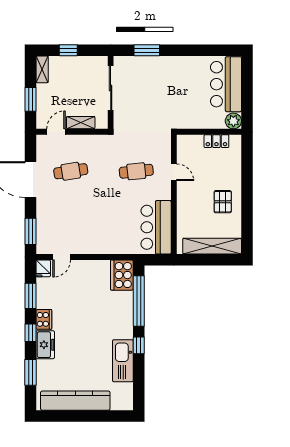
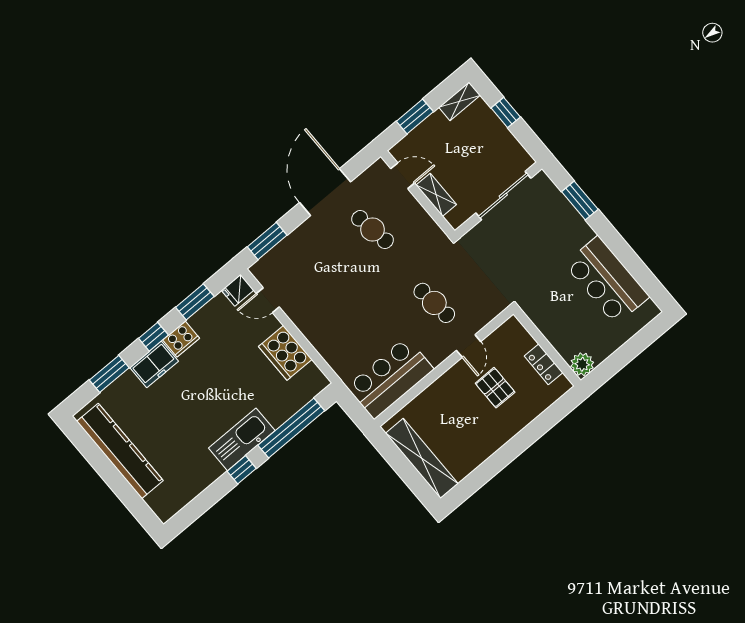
bar counter: (226, 84) -> (607, 280), moved, turned -90
pallet: (223, 202) -> (495, 388), moved, turned 90
cooker: (122, 275) -> (285, 353), moved, turned -90
kitchen sink: (123, 361) -> (242, 439), moved

